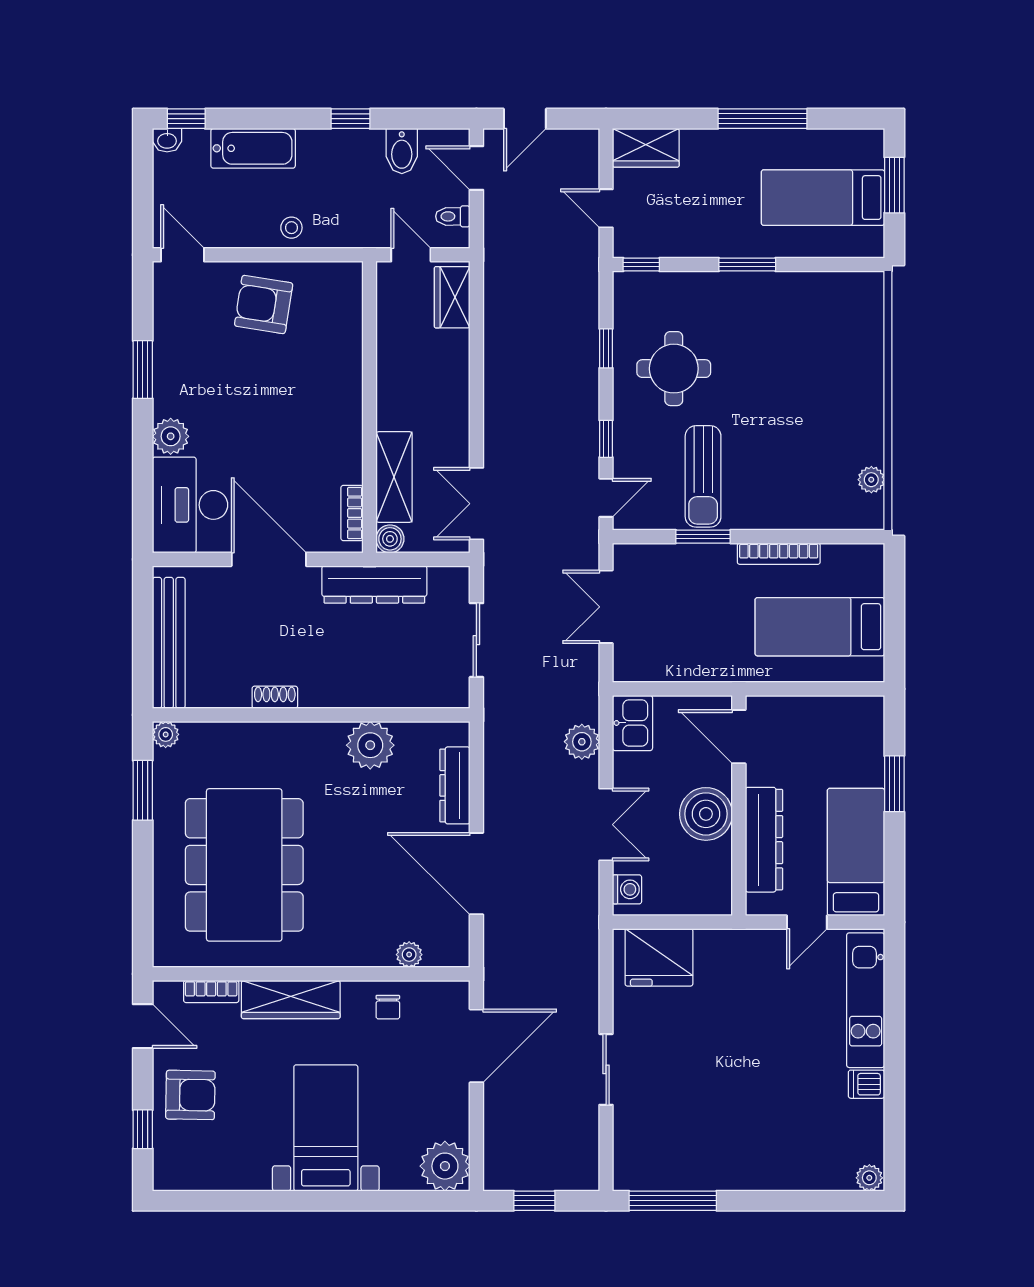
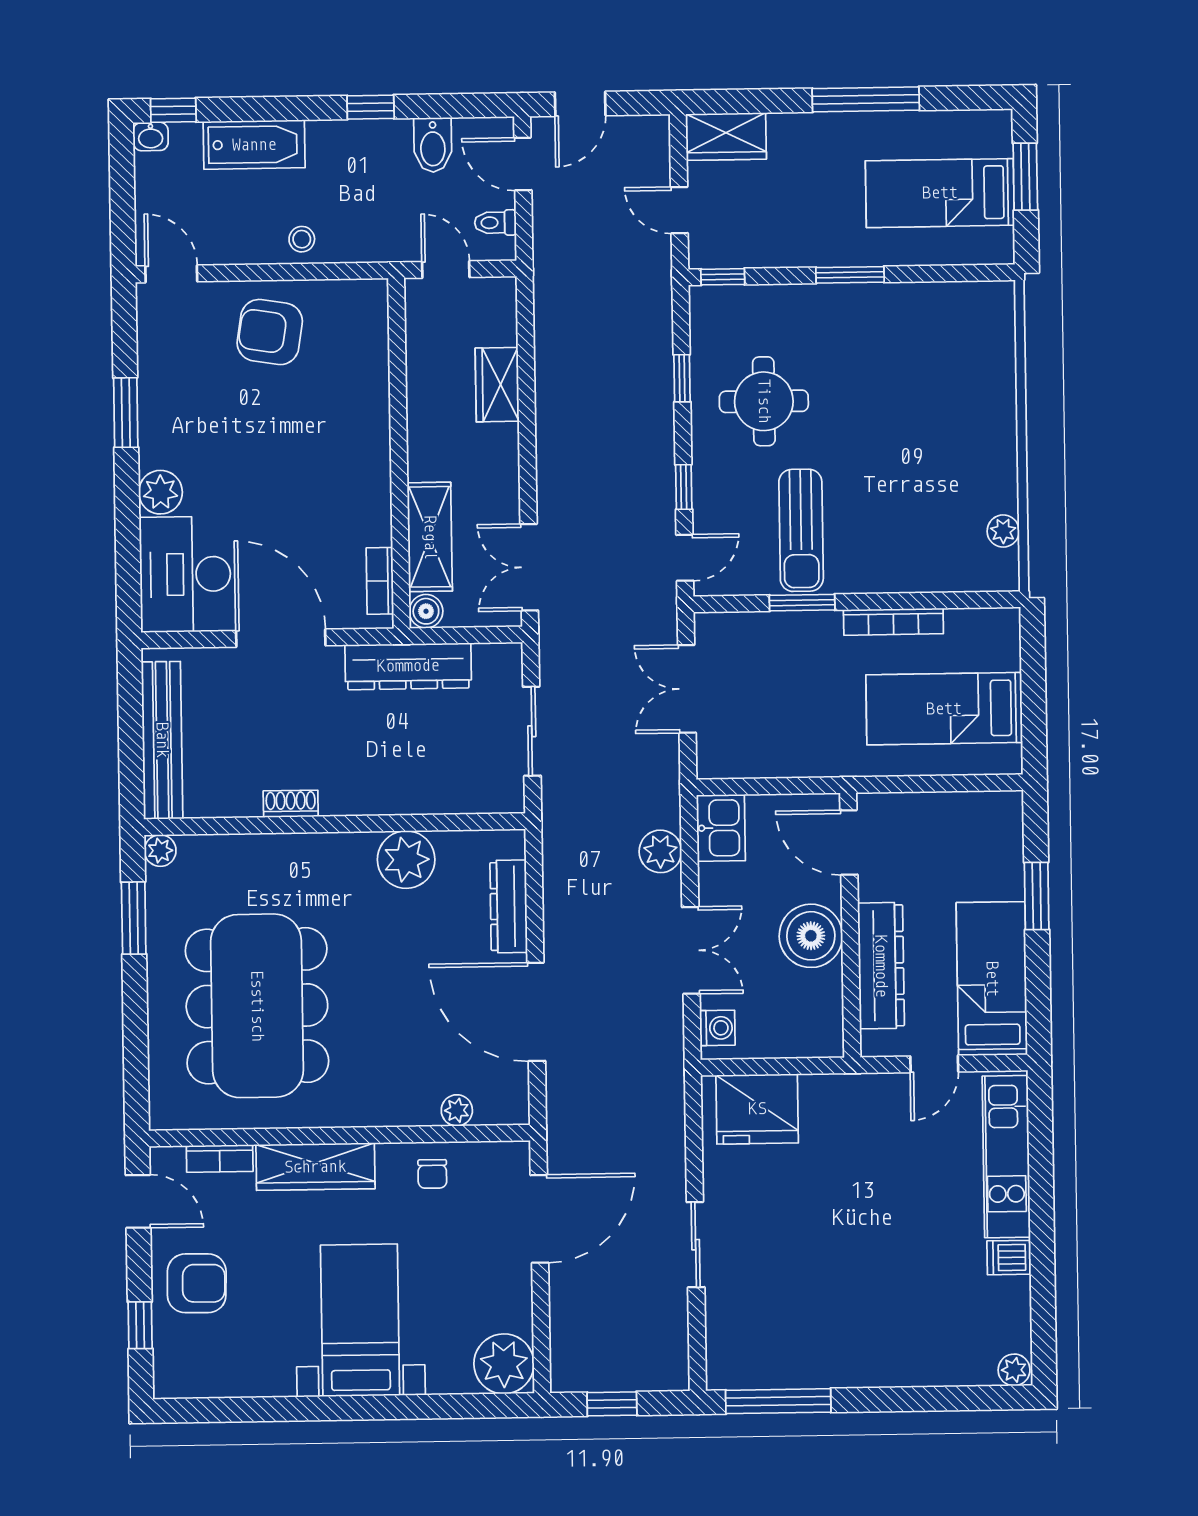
wardrobe: (452, 297) -> (497, 385), moved

